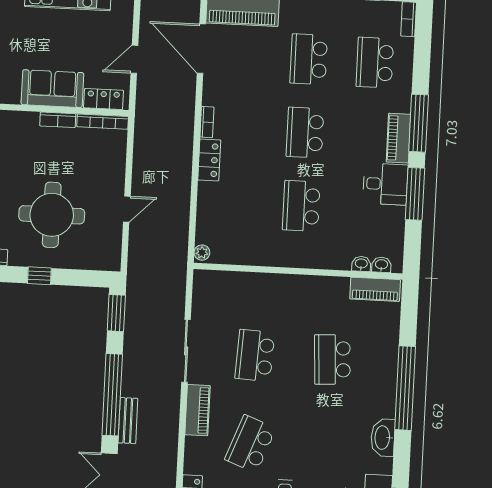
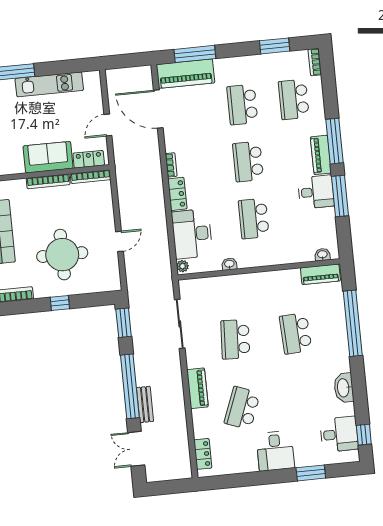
bookcase: (58, 120) -> (48, 181), width x1.56
desk: (220, 213) -> (192, 234), added
washbasin: (361, 264) -> (229, 264), moved
sliding door: (186, 351) -> (180, 324), moved
window: (405, 388) -> (353, 323), moved

